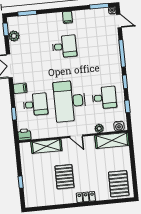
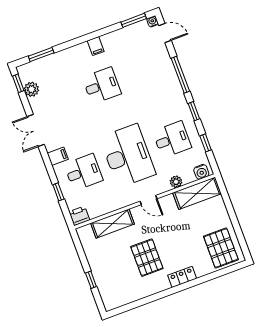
desk: (70, 101) -> (128, 156), turned 180

